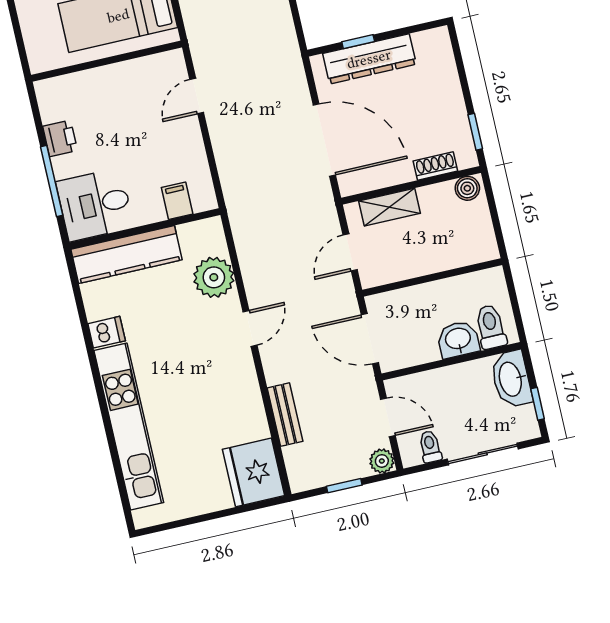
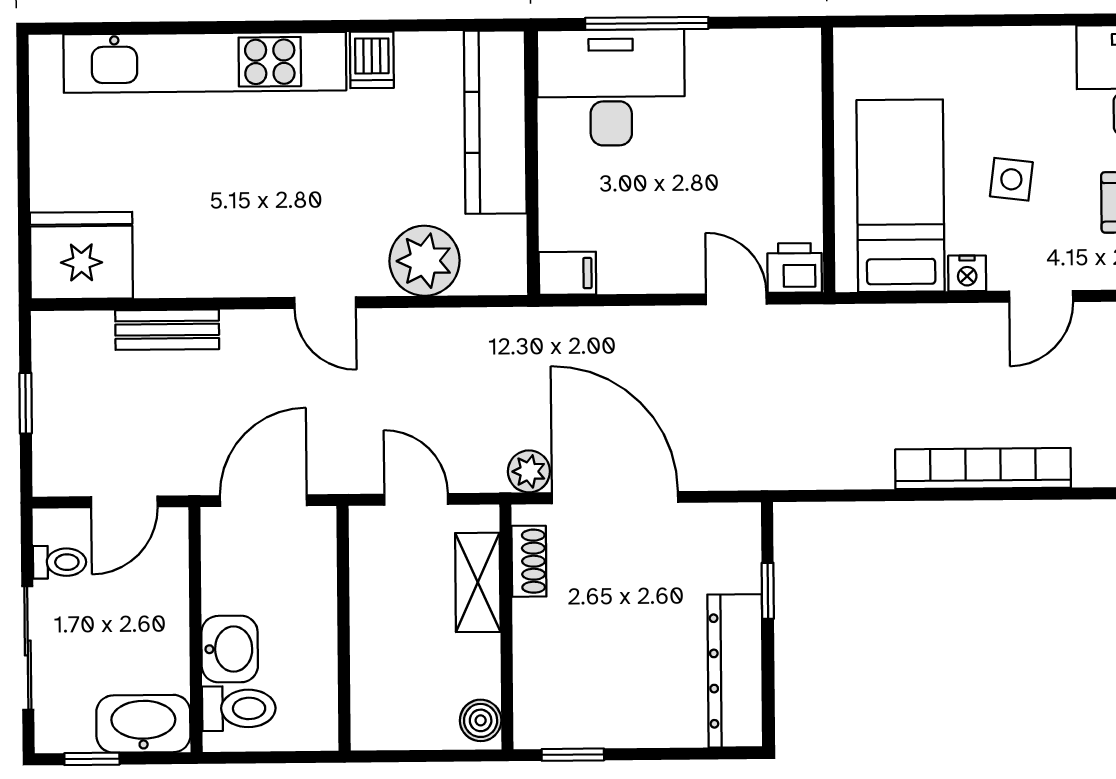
dresser: (369, 59) -> (735, 671), moved
printer: (60, 138) -> (795, 268), moved, turned 180
door: (324, 140) -> (615, 498), swing flipped
shoe rack: (435, 166) -> (529, 561), moved
filing cabinet: (177, 201) -> (567, 273), moved
desk: (95, 205) -> (611, 87), width x1.37
plant: (382, 461) -> (529, 471), moved

